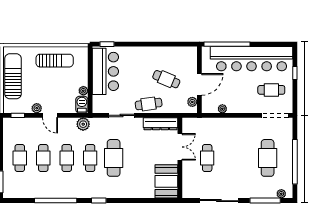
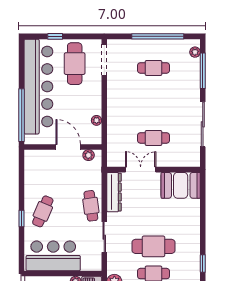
window: (107, 44) -> (22, 218), moved
cafe table: (166, 79) -> (43, 211), moved
cafe table: (271, 90) -> (75, 64), width x1.37, depth x1.35
cafe table: (268, 158) -> (153, 68), width x0.73, depth x0.74

